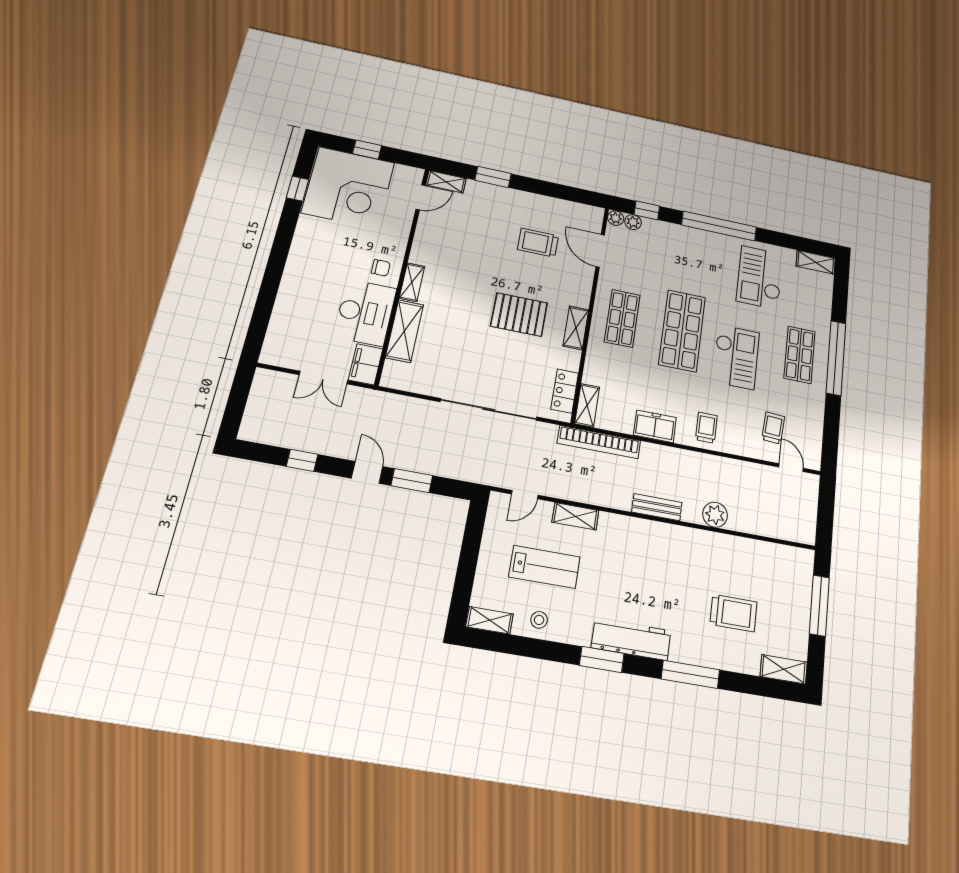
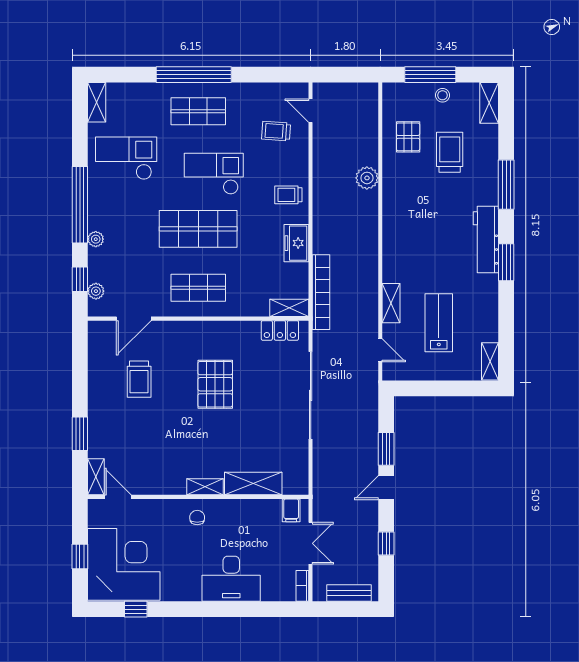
plant: (616, 218) -> (96, 239), moved
checkout: (760, 277) -> (126, 158), turned 180
desk: (365, 313) -> (231, 579), moved, turned 180
shelving: (576, 328) -> (217, 330), removed
bookcase: (277, 360) -> (302, 586), added
filing cabinet: (366, 364) -> (291, 510), width x0.50
door: (791, 468) -> (311, 111), hinge flipped
bench: (657, 507) -> (349, 593), moved, turned 90
pallet: (755, 568) -> (408, 137), added
stool: (539, 620) -> (442, 95), moved

